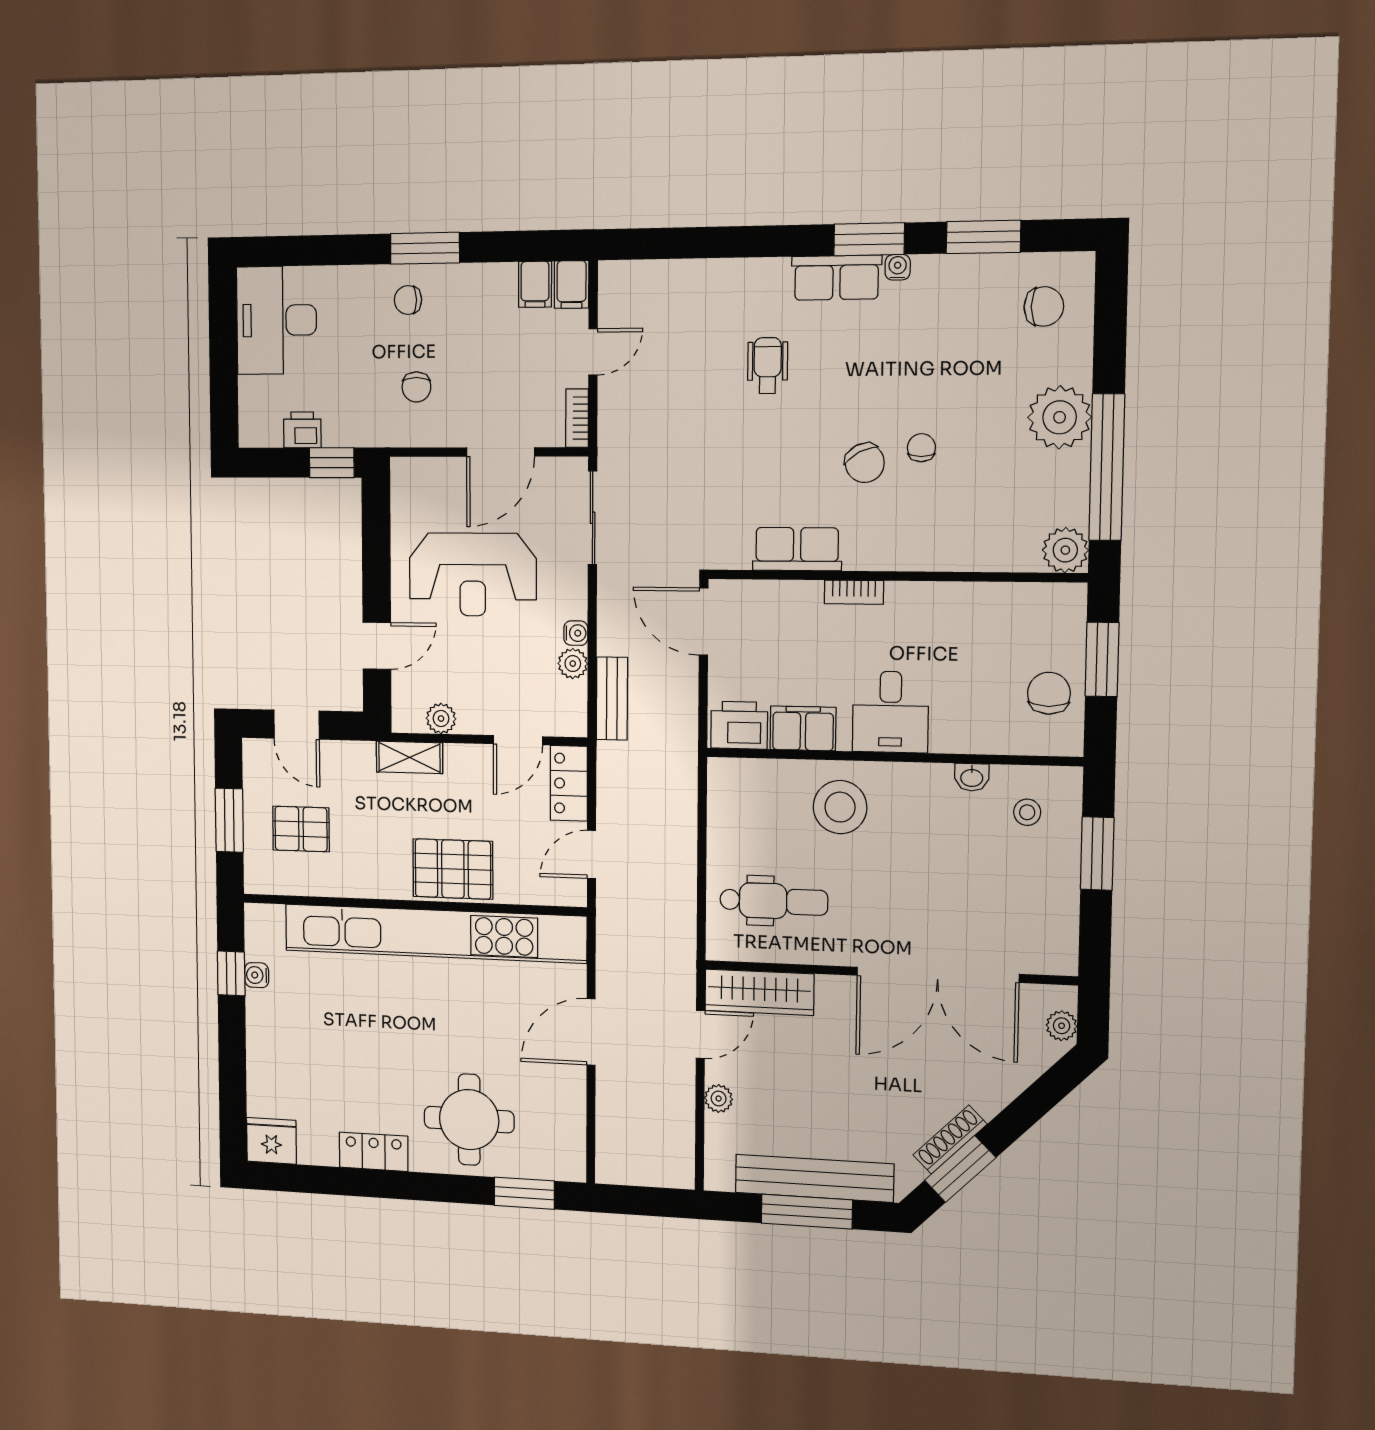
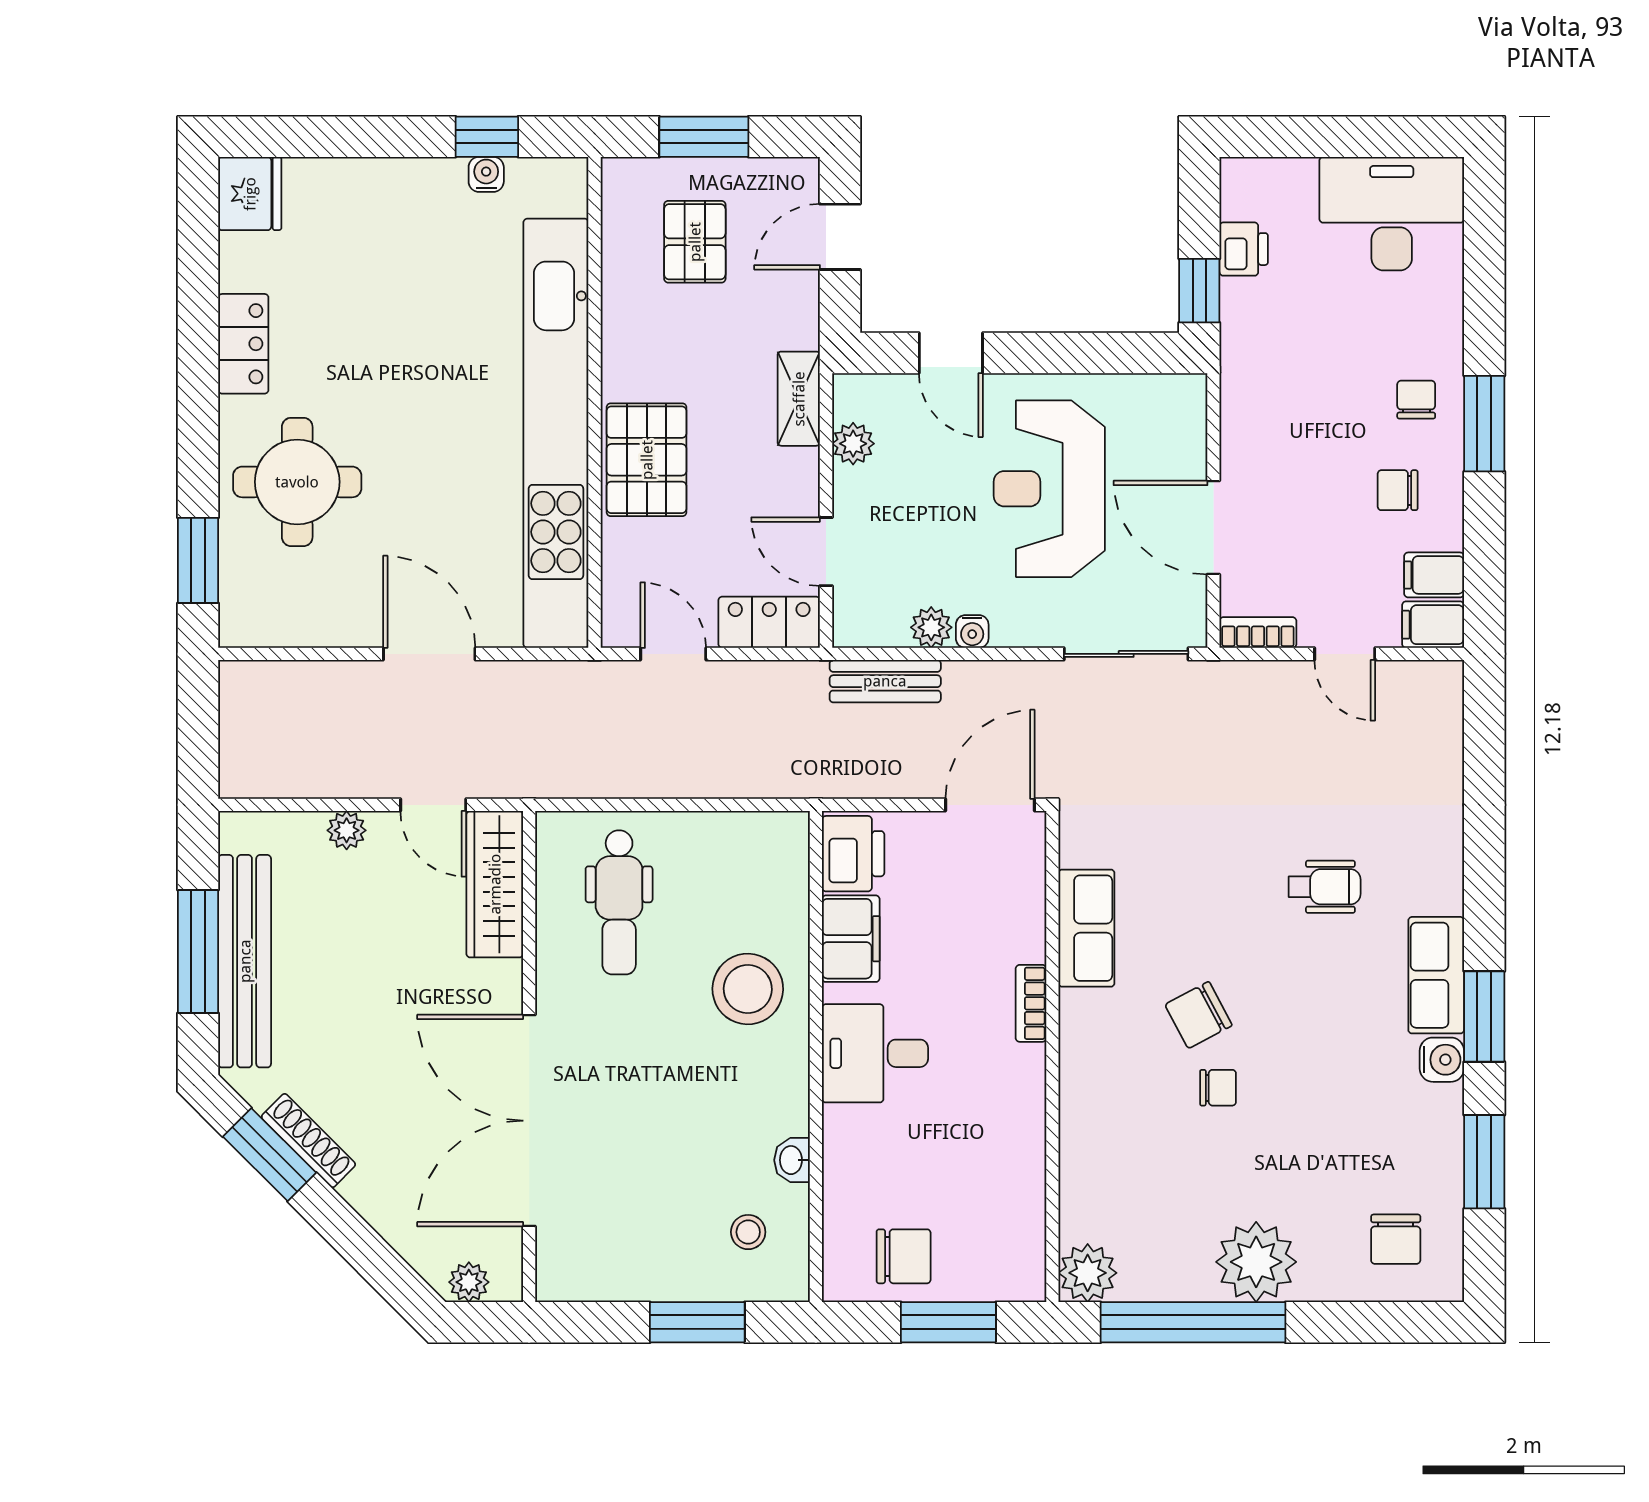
water cooler: (898, 267) -> (1442, 1060), width x1.38, depth x1.38
chair: (416, 387) -> (1398, 490), moved

